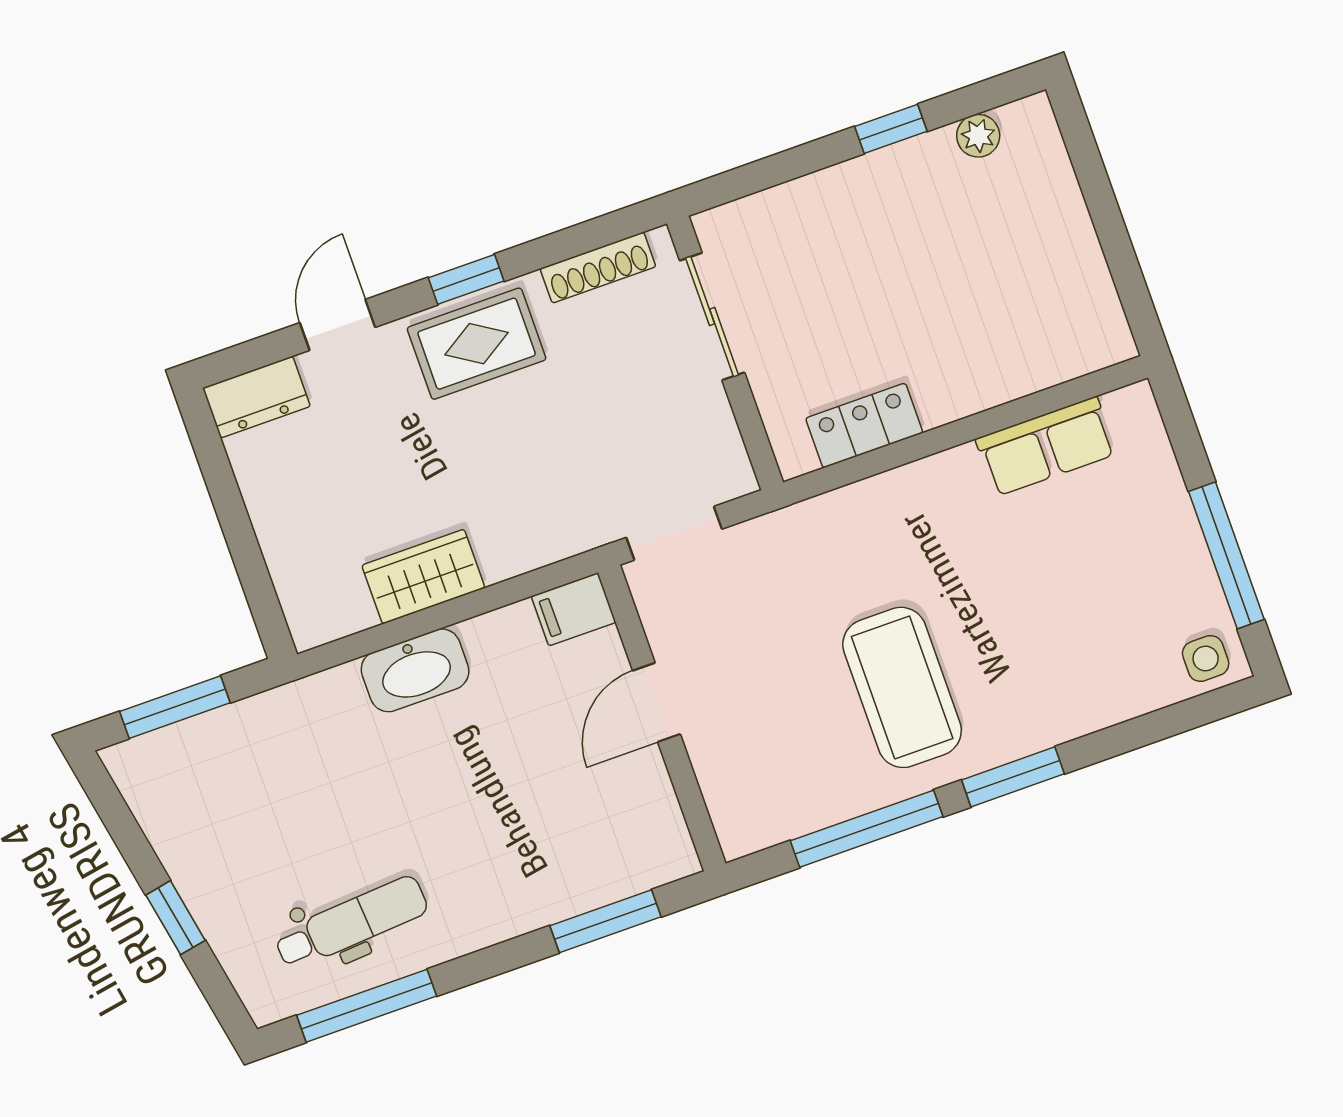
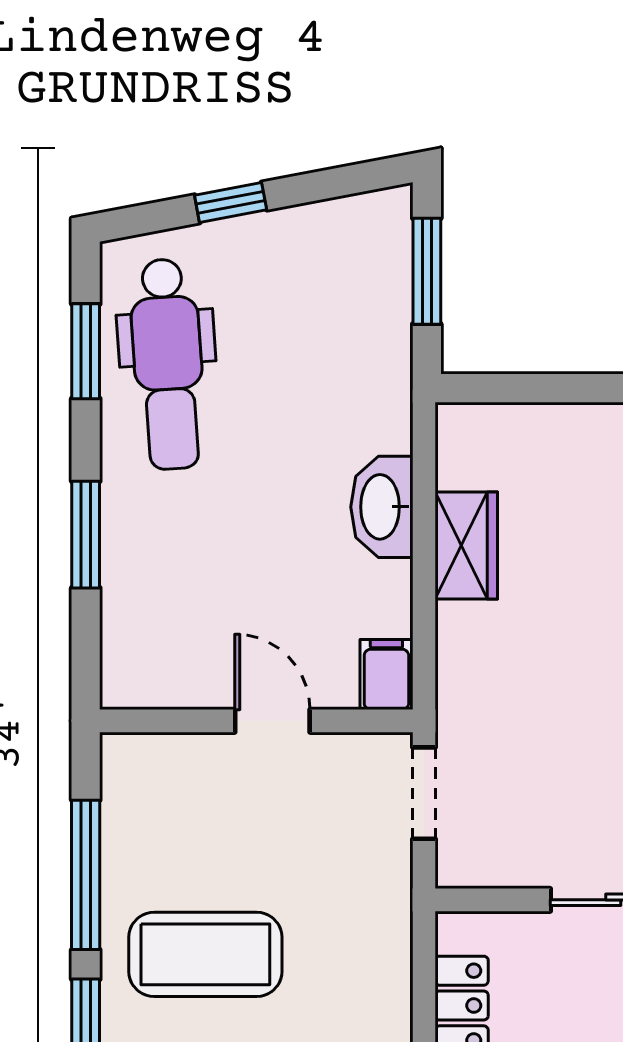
window: (605, 921) -> (86, 535), moved
dental chair: (351, 923) -> (168, 364), width x1.36, depth x1.38
window: (367, 1006) -> (86, 351), width x0.69

